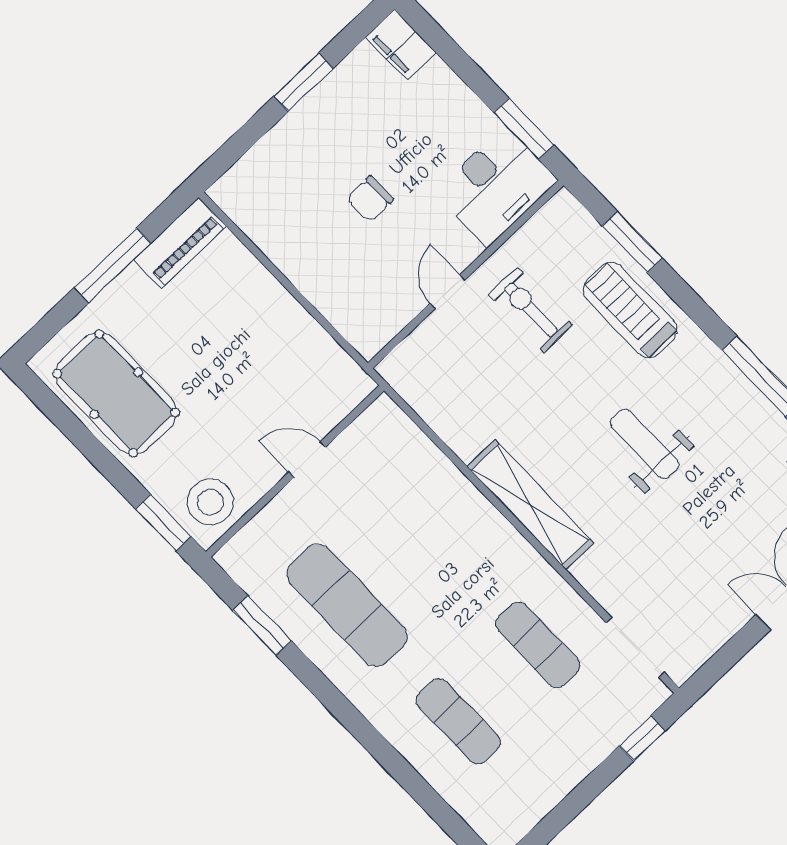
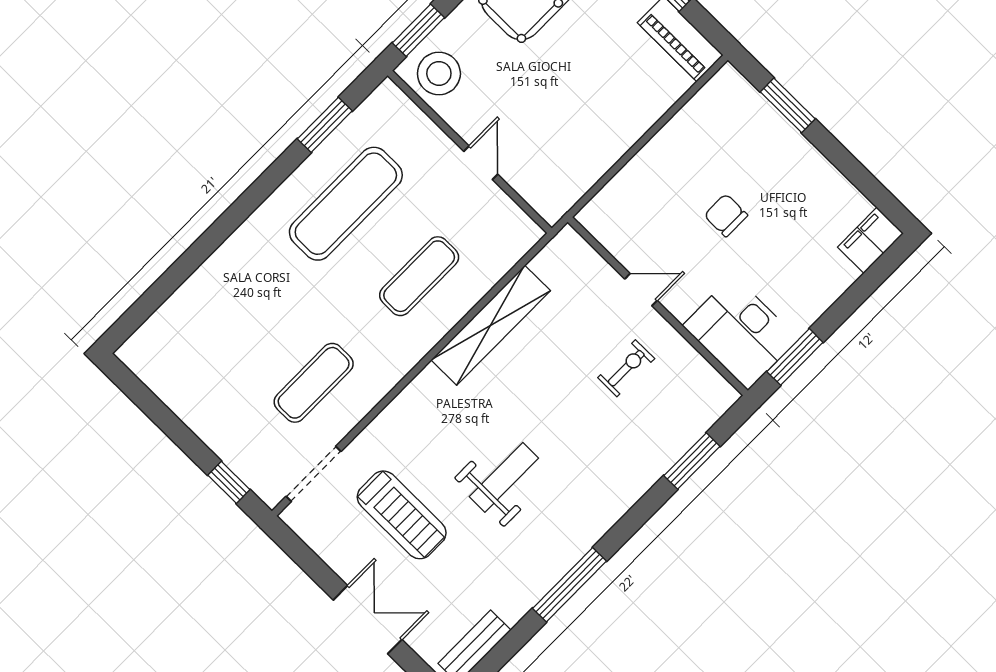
window: (304, 82) -> (788, 105), moved
exercise bike: (531, 310) -> (626, 368), width x0.73, depth x0.72
treadmill: (630, 310) -> (402, 515), moved, turned 90
shelving: (530, 505) -> (491, 325), moved
exercise mat: (458, 721) -> (419, 276), moved

